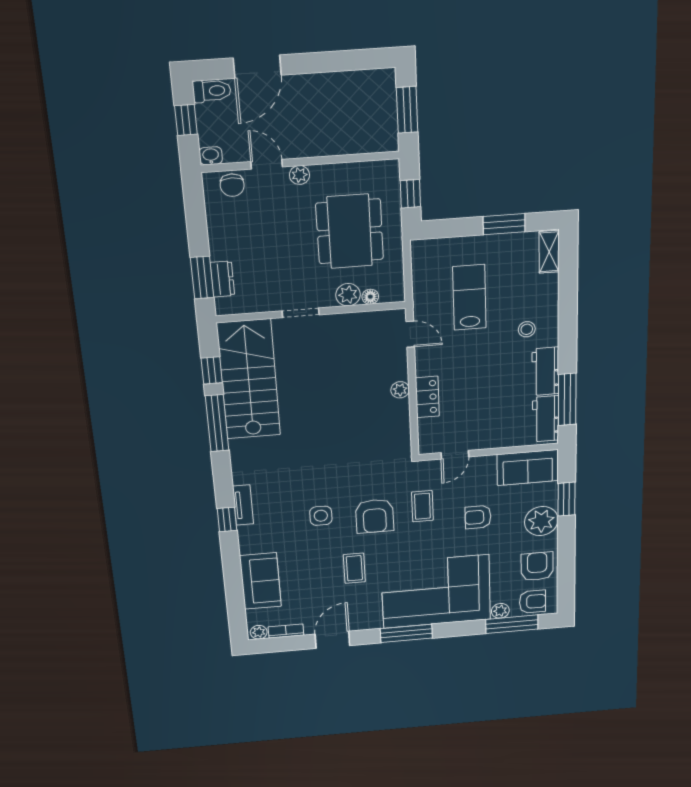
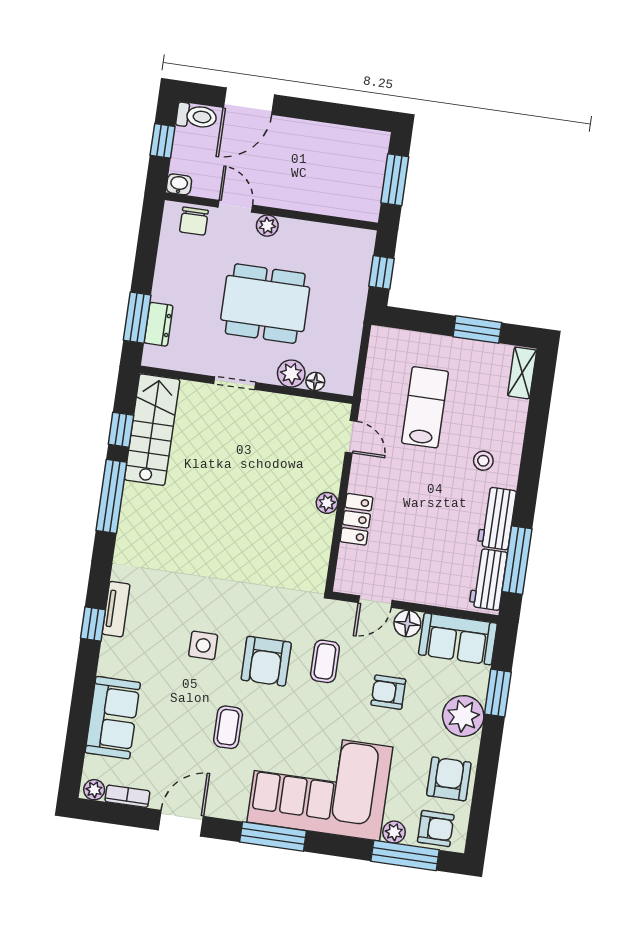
dining table: (350, 231) -> (265, 304), moved, turned 90
stairs: (249, 380) -> (152, 430), width x0.73, depth x0.66
floor lamp: (484, 465) -> (407, 624), added

